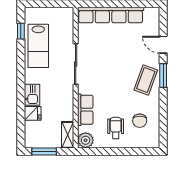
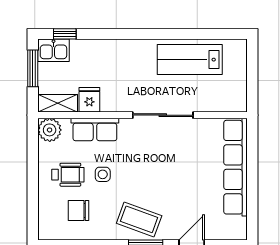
window: (21, 31) -> (65, 34), moved
kitchen sink: (32, 95) -> (53, 50), moved
side table: (115, 104) -> (103, 174), added
fridge: (33, 113) -> (89, 100), moved, turned 180

